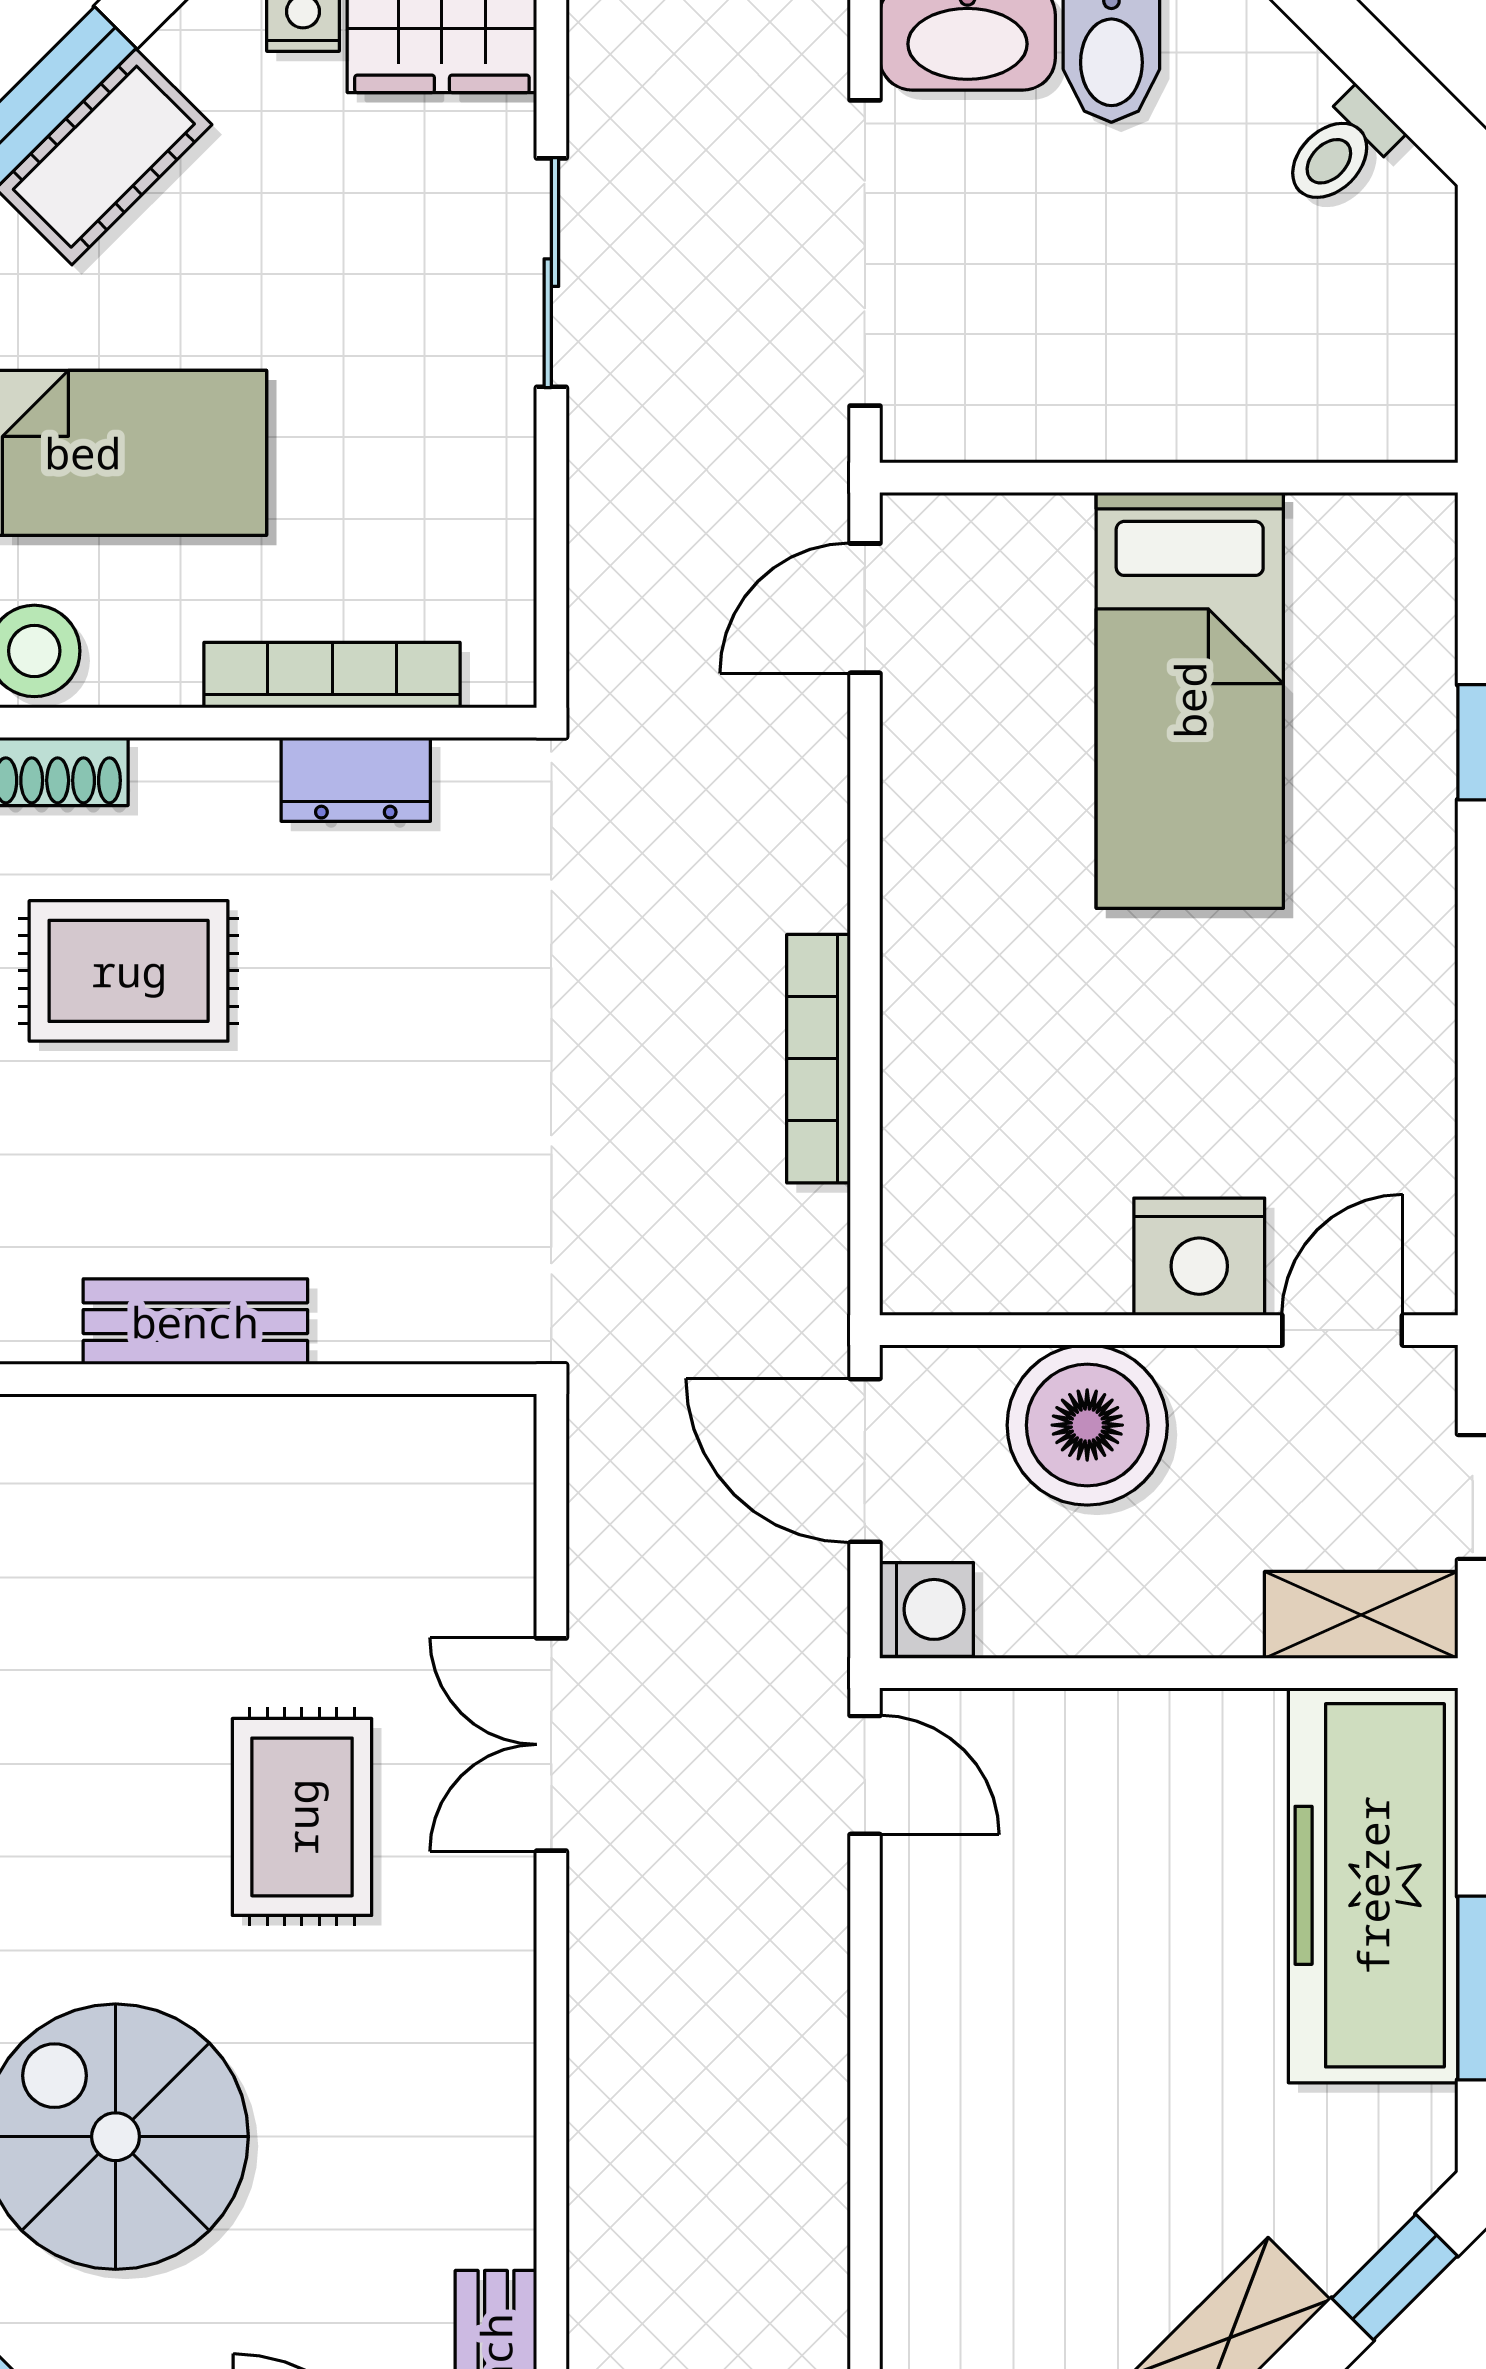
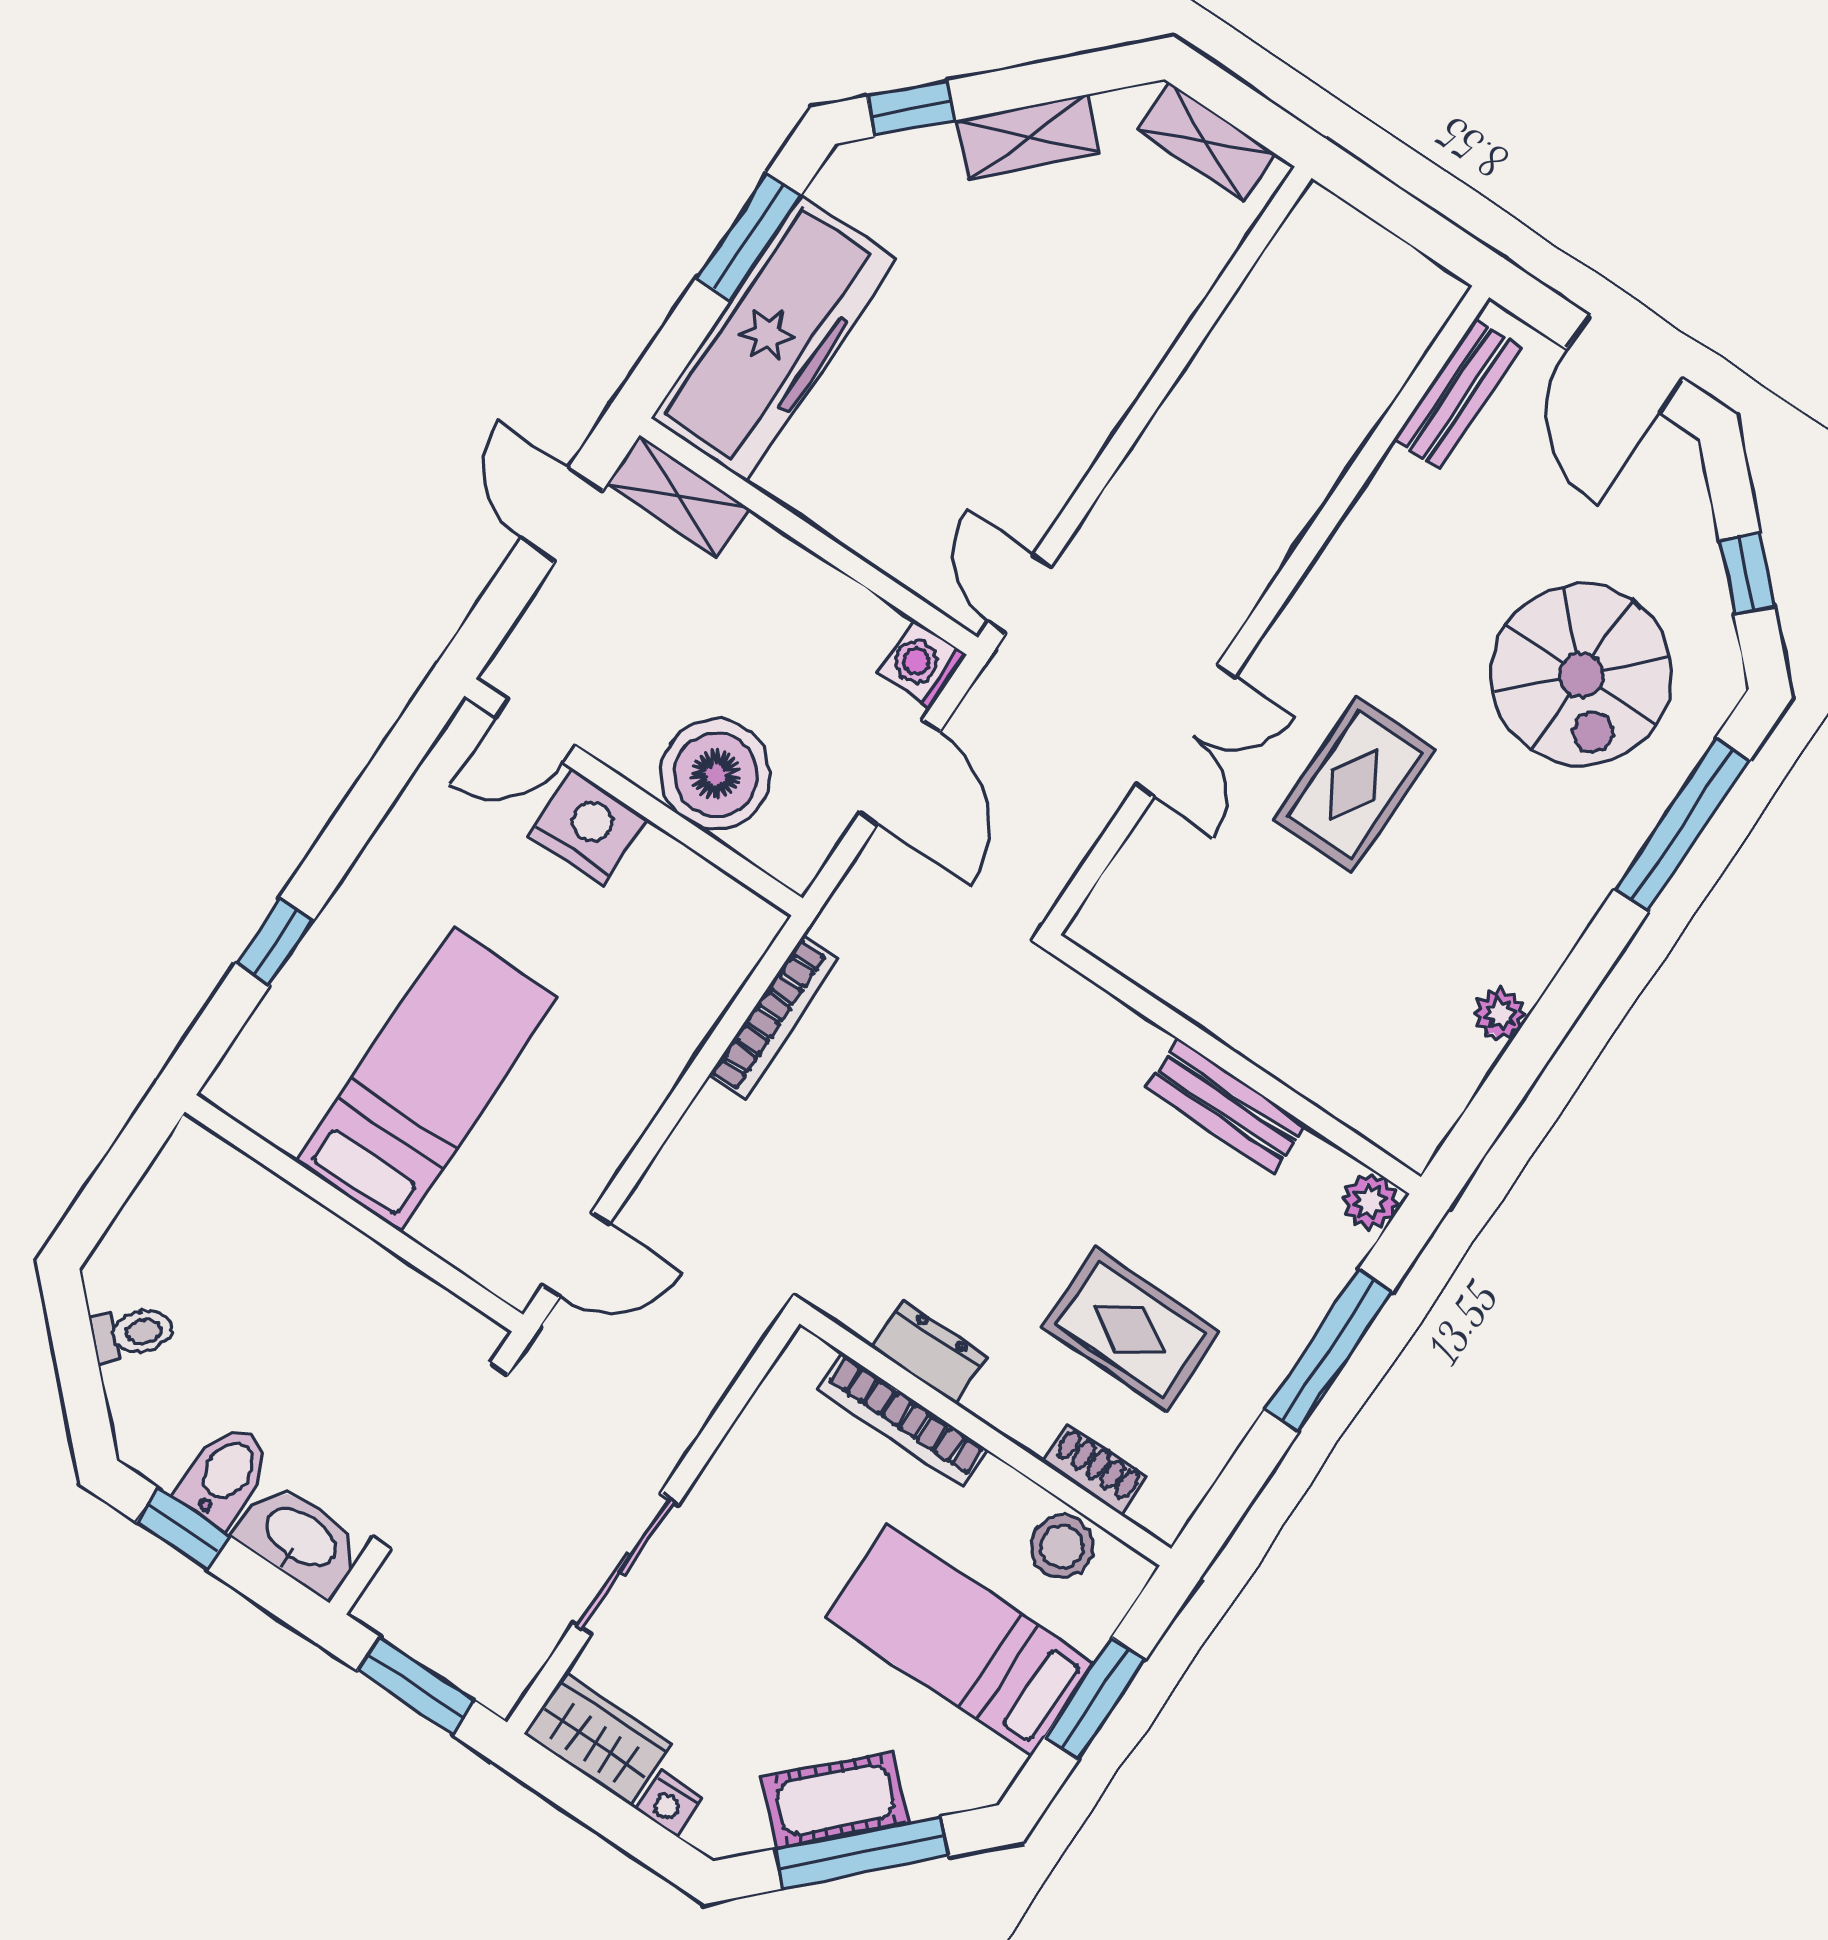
nightstand: (1199, 1257) -> (588, 827), moved
wall: (1169, 1330) -> (634, 797), moved
door: (1342, 1330) -> (535, 731), moved
boiler: (1087, 1425) -> (716, 774), moved

